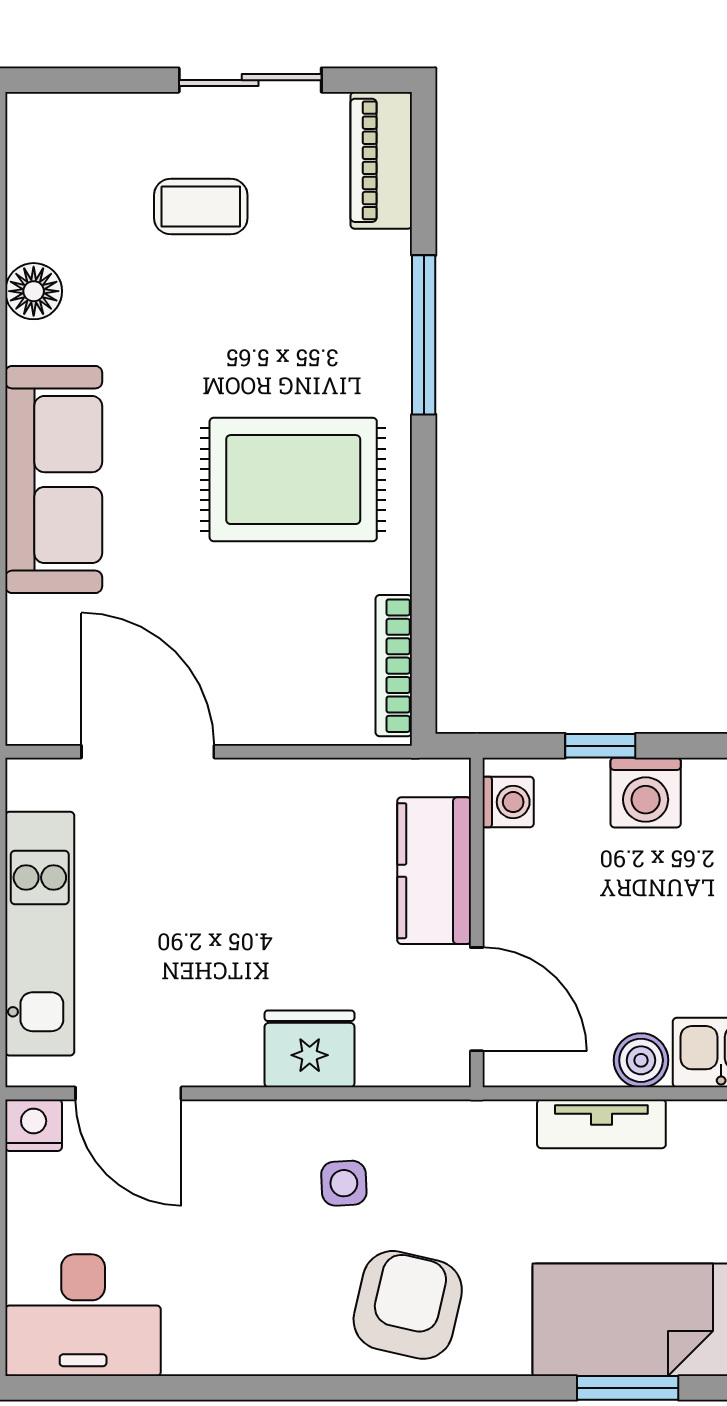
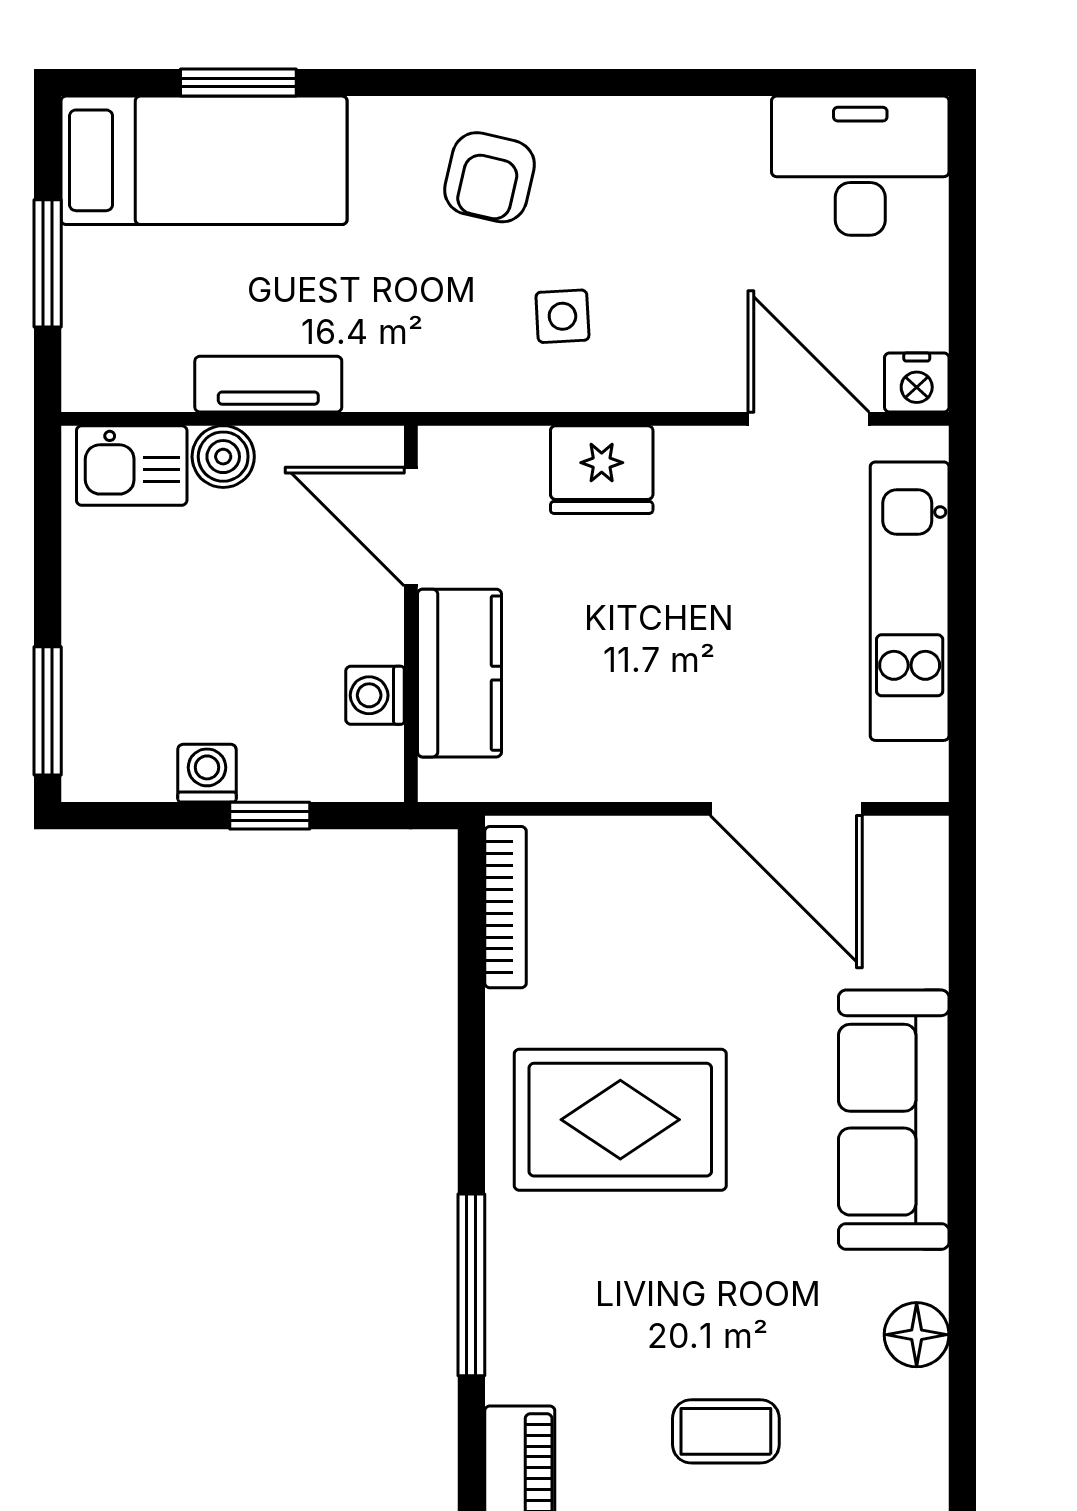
washing machine: (646, 793) -> (207, 773), width x0.73, depth x0.73
washing machine: (508, 802) -> (375, 695), moved
armchair: (408, 1305) -> (489, 177), width x0.72, depth x0.72

